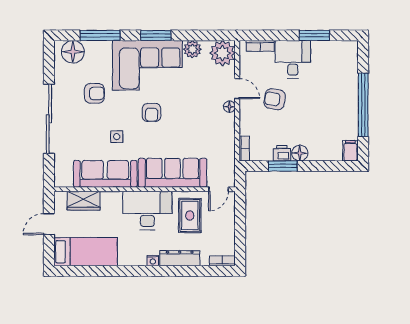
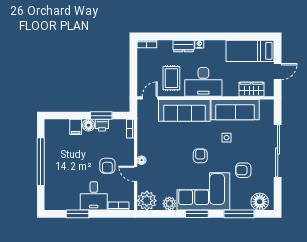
armchair: (275, 99) -> (107, 166), turned 81
filing cabinet: (350, 151) -> (76, 127), moved
dresser: (180, 258) -> (184, 46), width x0.70

